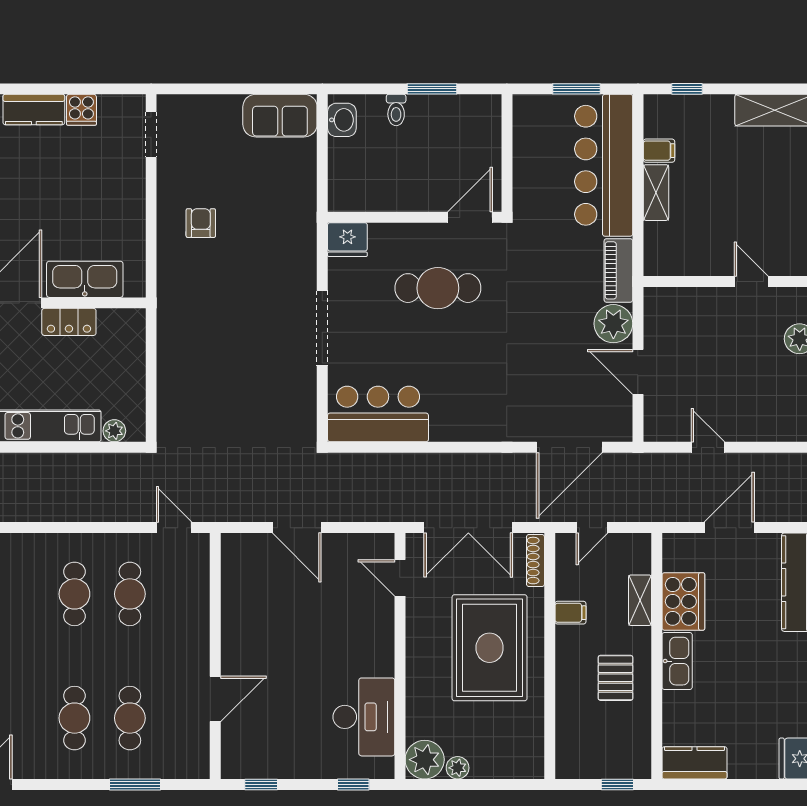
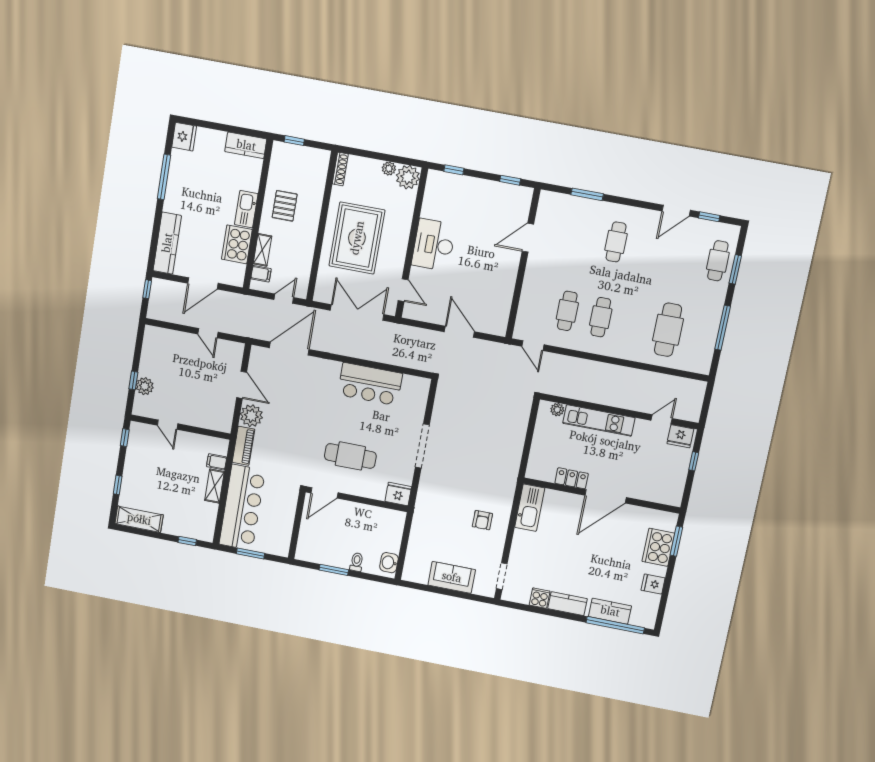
sofa: (280, 116) -> (452, 577), moved
filing cabinet: (659, 151) -> (217, 462), moved
kitchen sink: (85, 279) -> (530, 508), moved, turned -90
bar counter: (378, 414) -> (370, 384), moved
shoe rack: (535, 561) -> (340, 169), moved
filing cabinet: (570, 613) -> (261, 274), moved, turned 180
desk: (364, 717) -> (434, 245), moved
cafe table: (130, 718) -> (582, 236), removed

